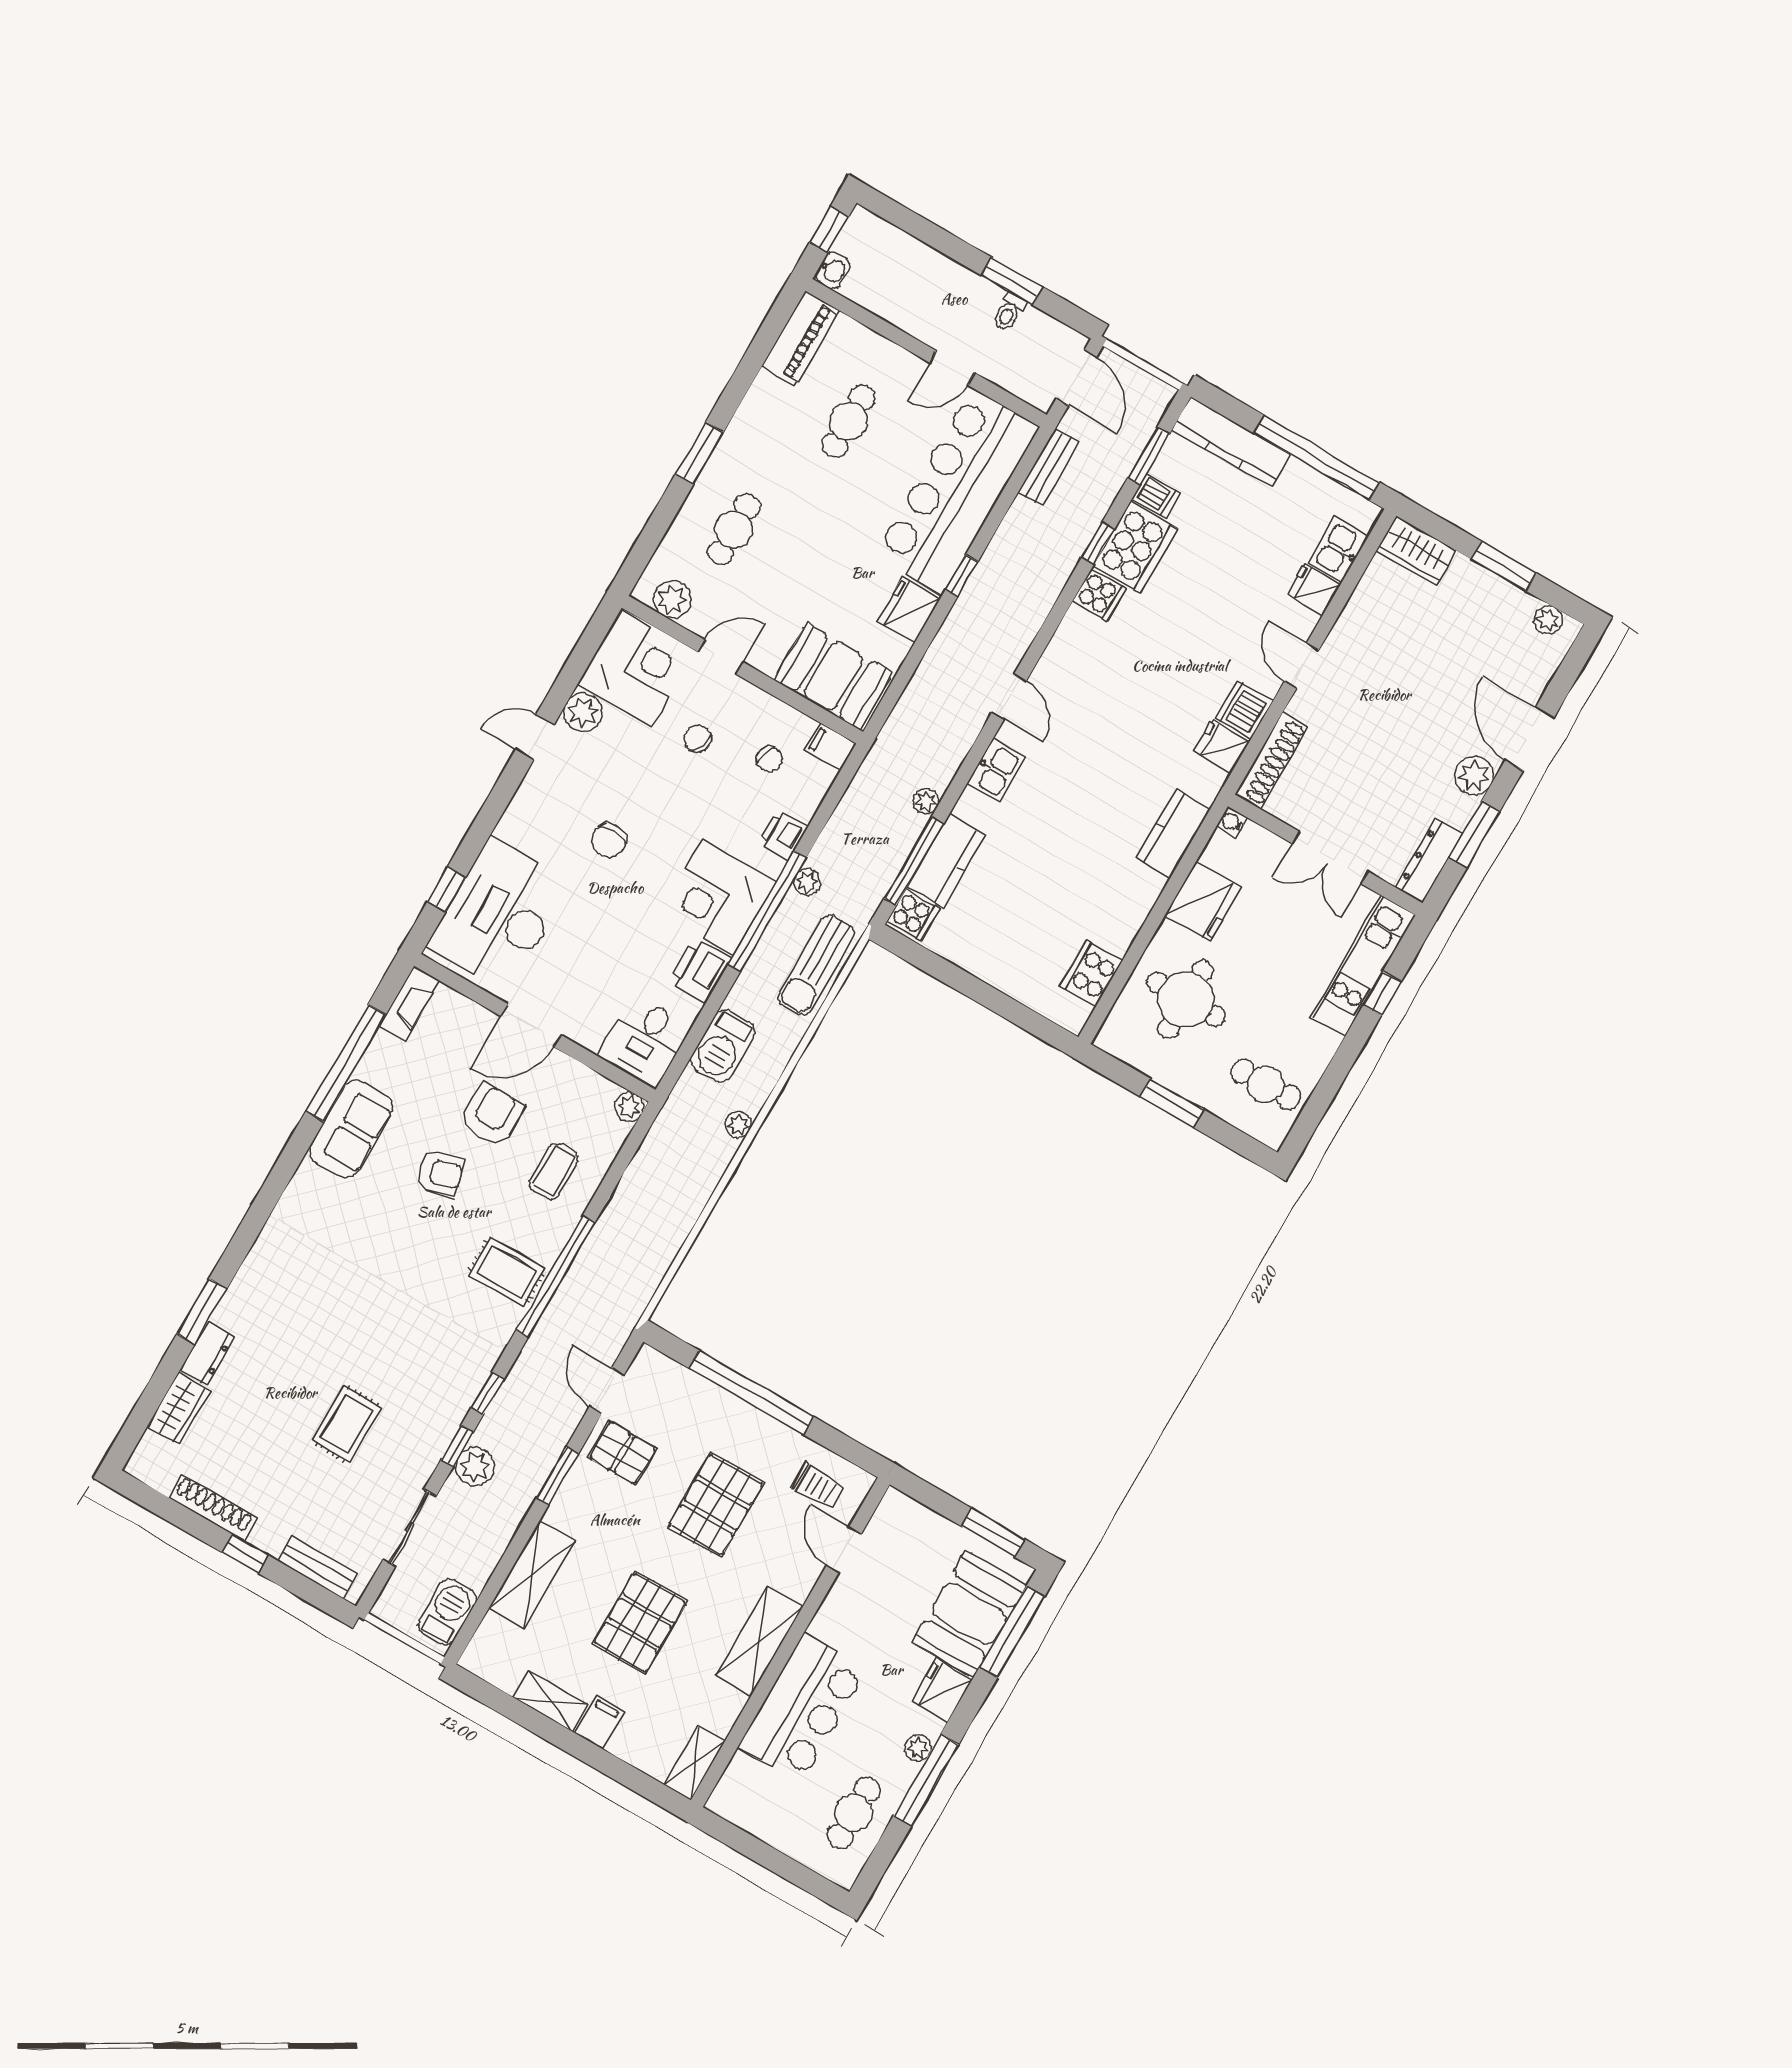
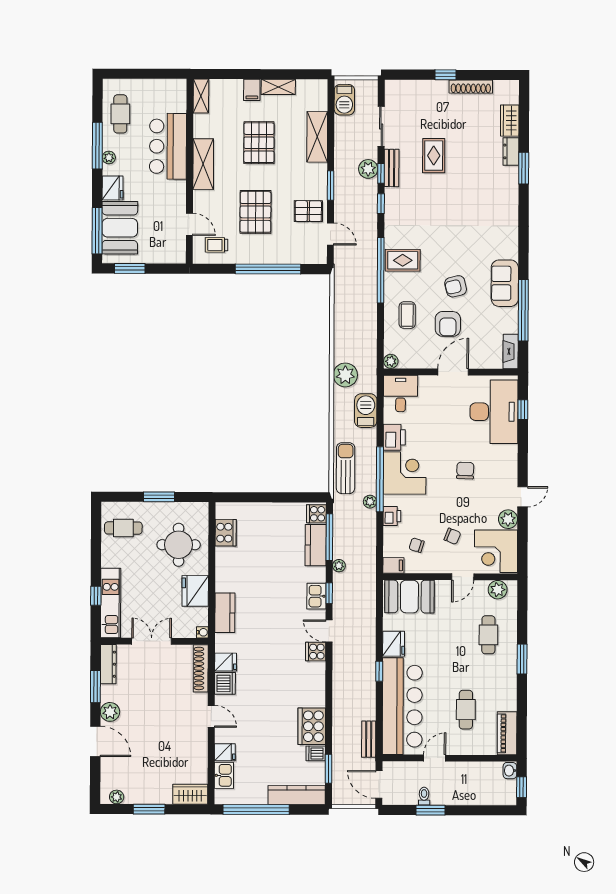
window: (1098, 543) -> (329, 593), moved
cooker: (1099, 595) -> (316, 652), moved
plant: (738, 1125) -> (345, 375), width x1.88, depth x1.88
bench: (318, 1567) -> (392, 168), moved, turned 90

